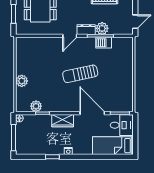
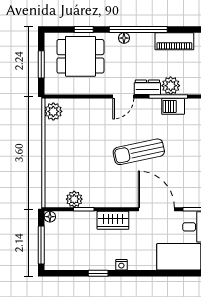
plant: (22, 81) -> (53, 111), moved

